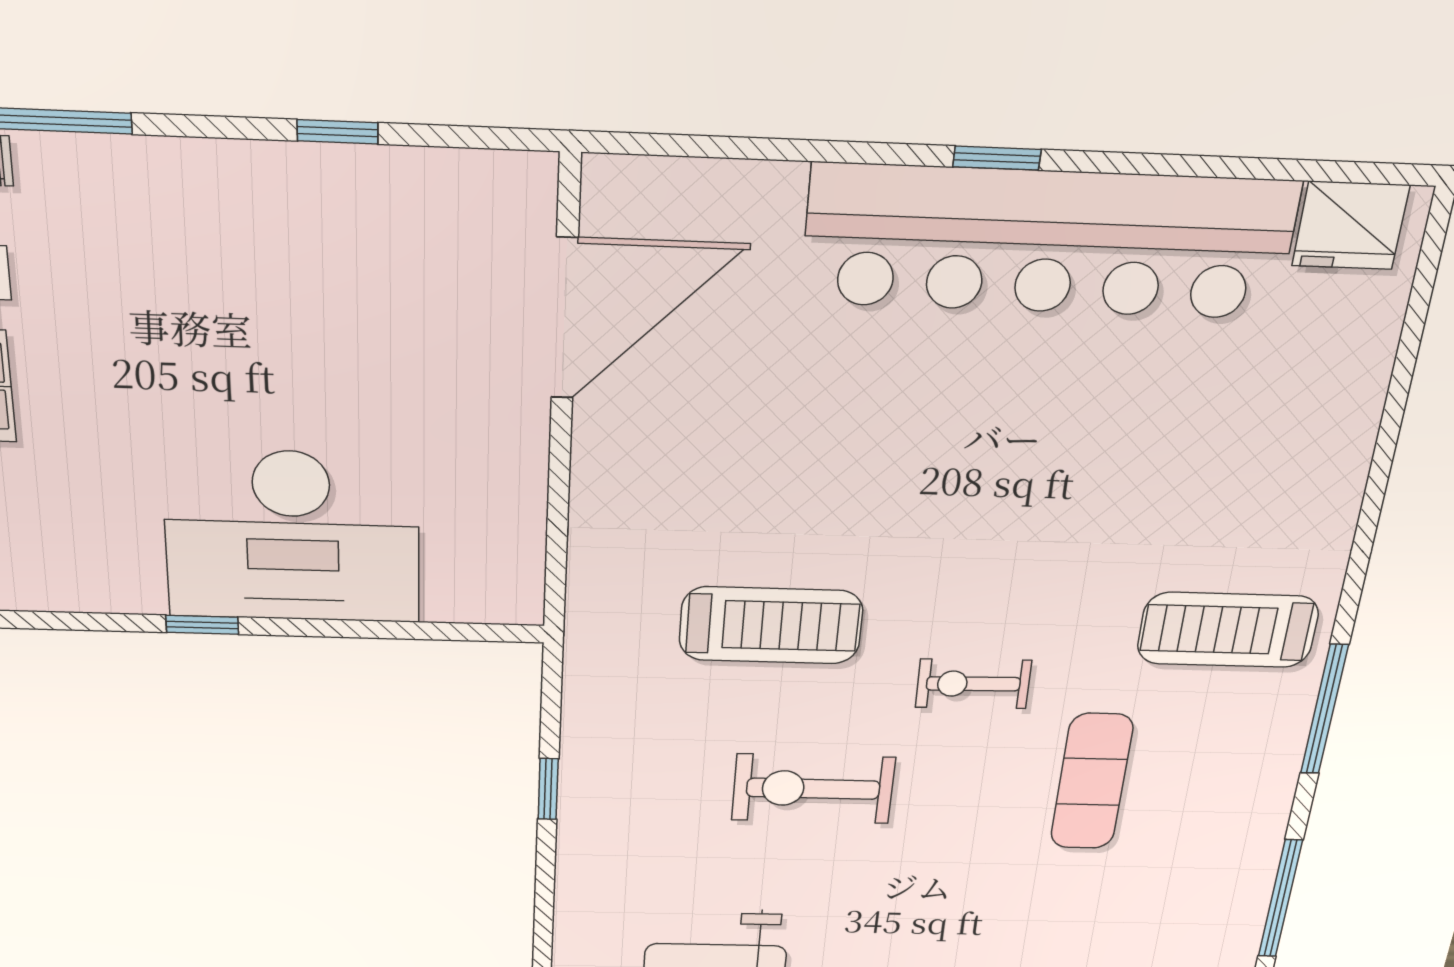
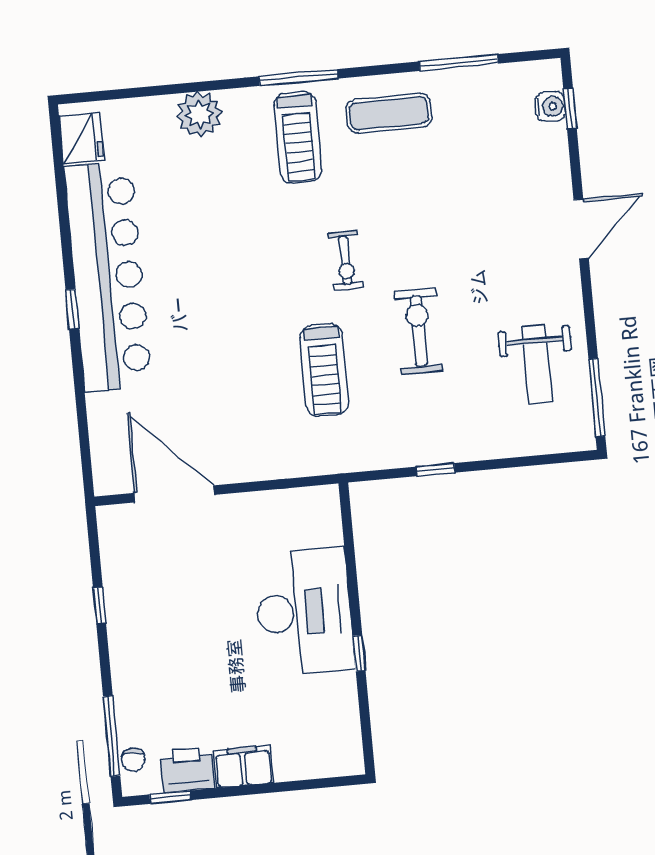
plant: (1327, 461) -> (199, 114), added
treadmill: (771, 625) -> (324, 370), turned 180
window: (1324, 710) -> (299, 77), moved
exercise mat: (1092, 782) -> (389, 113), moved
exercise bike: (813, 789) -> (419, 331), turned 180

